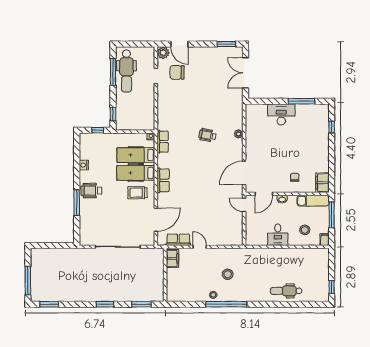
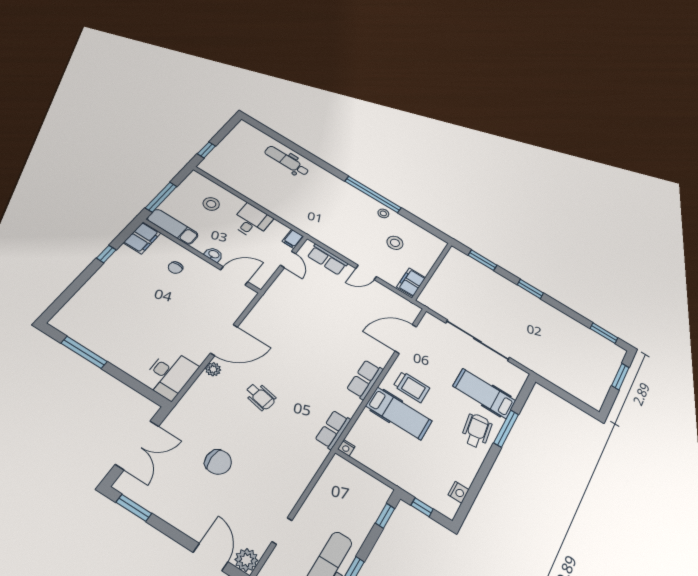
chair: (177, 72) -> (218, 462), moved
desk: (281, 114) -> (170, 374), moved, turned -90
window: (332, 127) -> (106, 254), moved
hospital bed: (136, 155) -> (484, 393), moved, turned 180
nightstand: (84, 165) -> (459, 492), moved
door: (244, 173) -> (224, 340), moved
wheelchair: (91, 191) -> (477, 431), turned -98
door: (244, 205) -> (288, 259), moved
row of seats: (178, 240) -> (327, 260), moved
filing cabinet: (325, 240) -> (293, 239), moved
door: (200, 247) -> (366, 272), hinge flipped
stool: (228, 274) -> (395, 243), moved
window: (28, 281) -> (620, 377), width x0.69
window: (332, 287) -> (206, 150), moved
dental chair: (286, 291) -> (287, 161), turned 180

